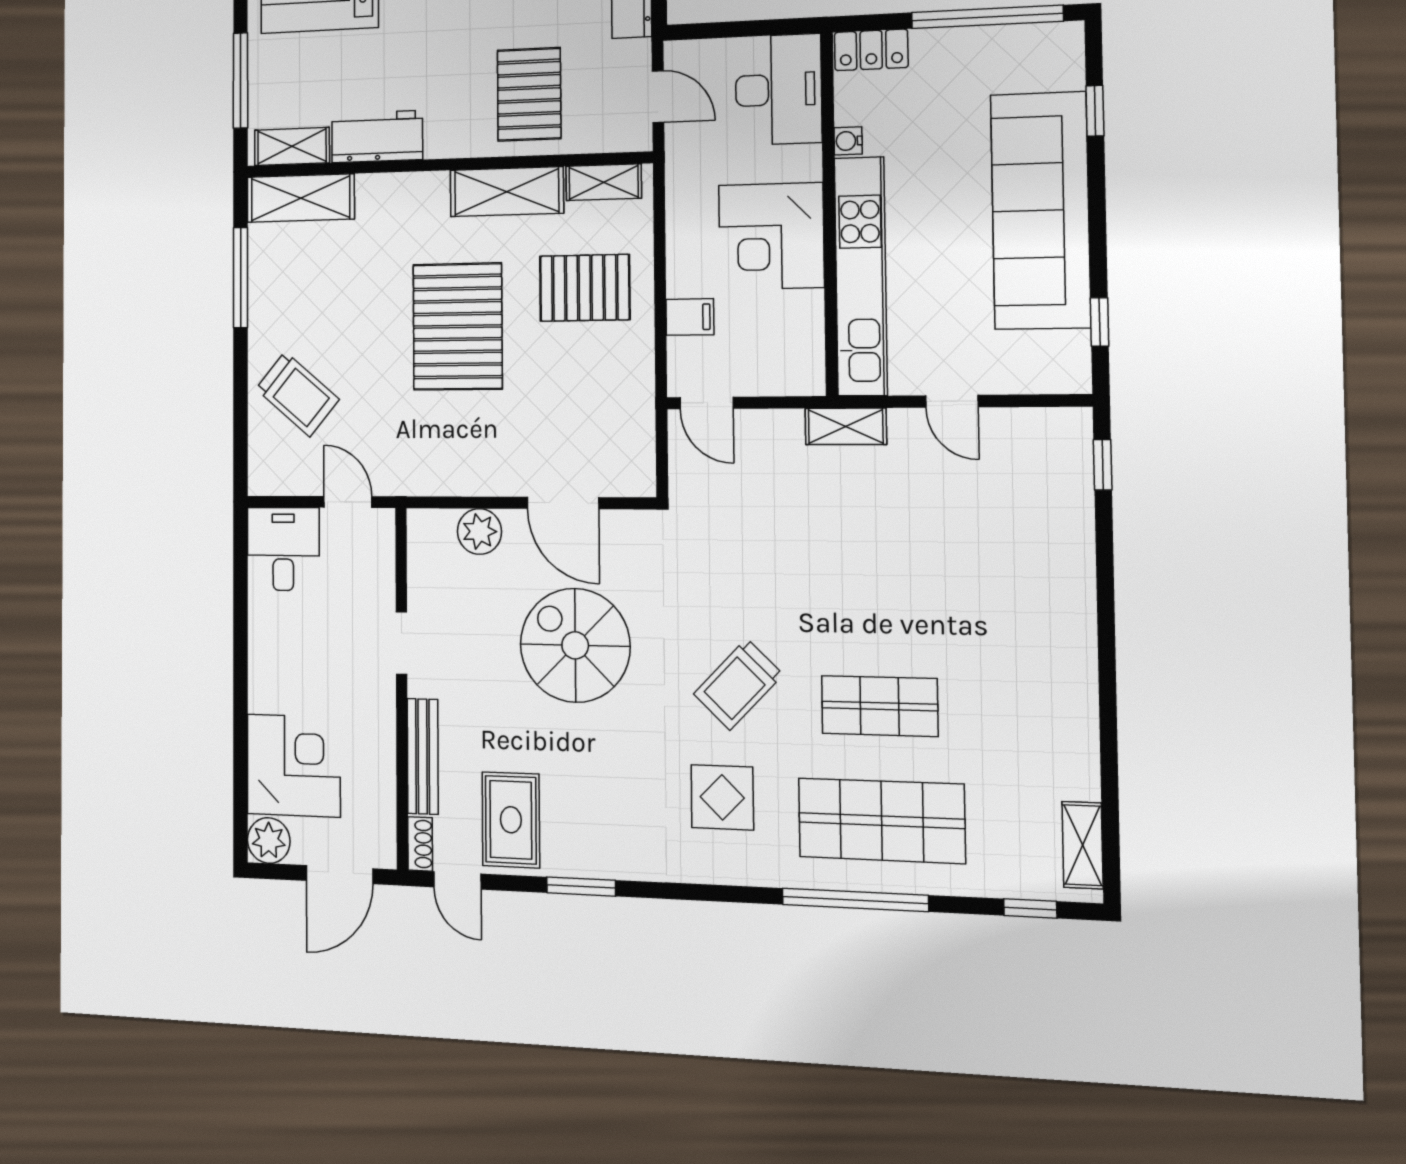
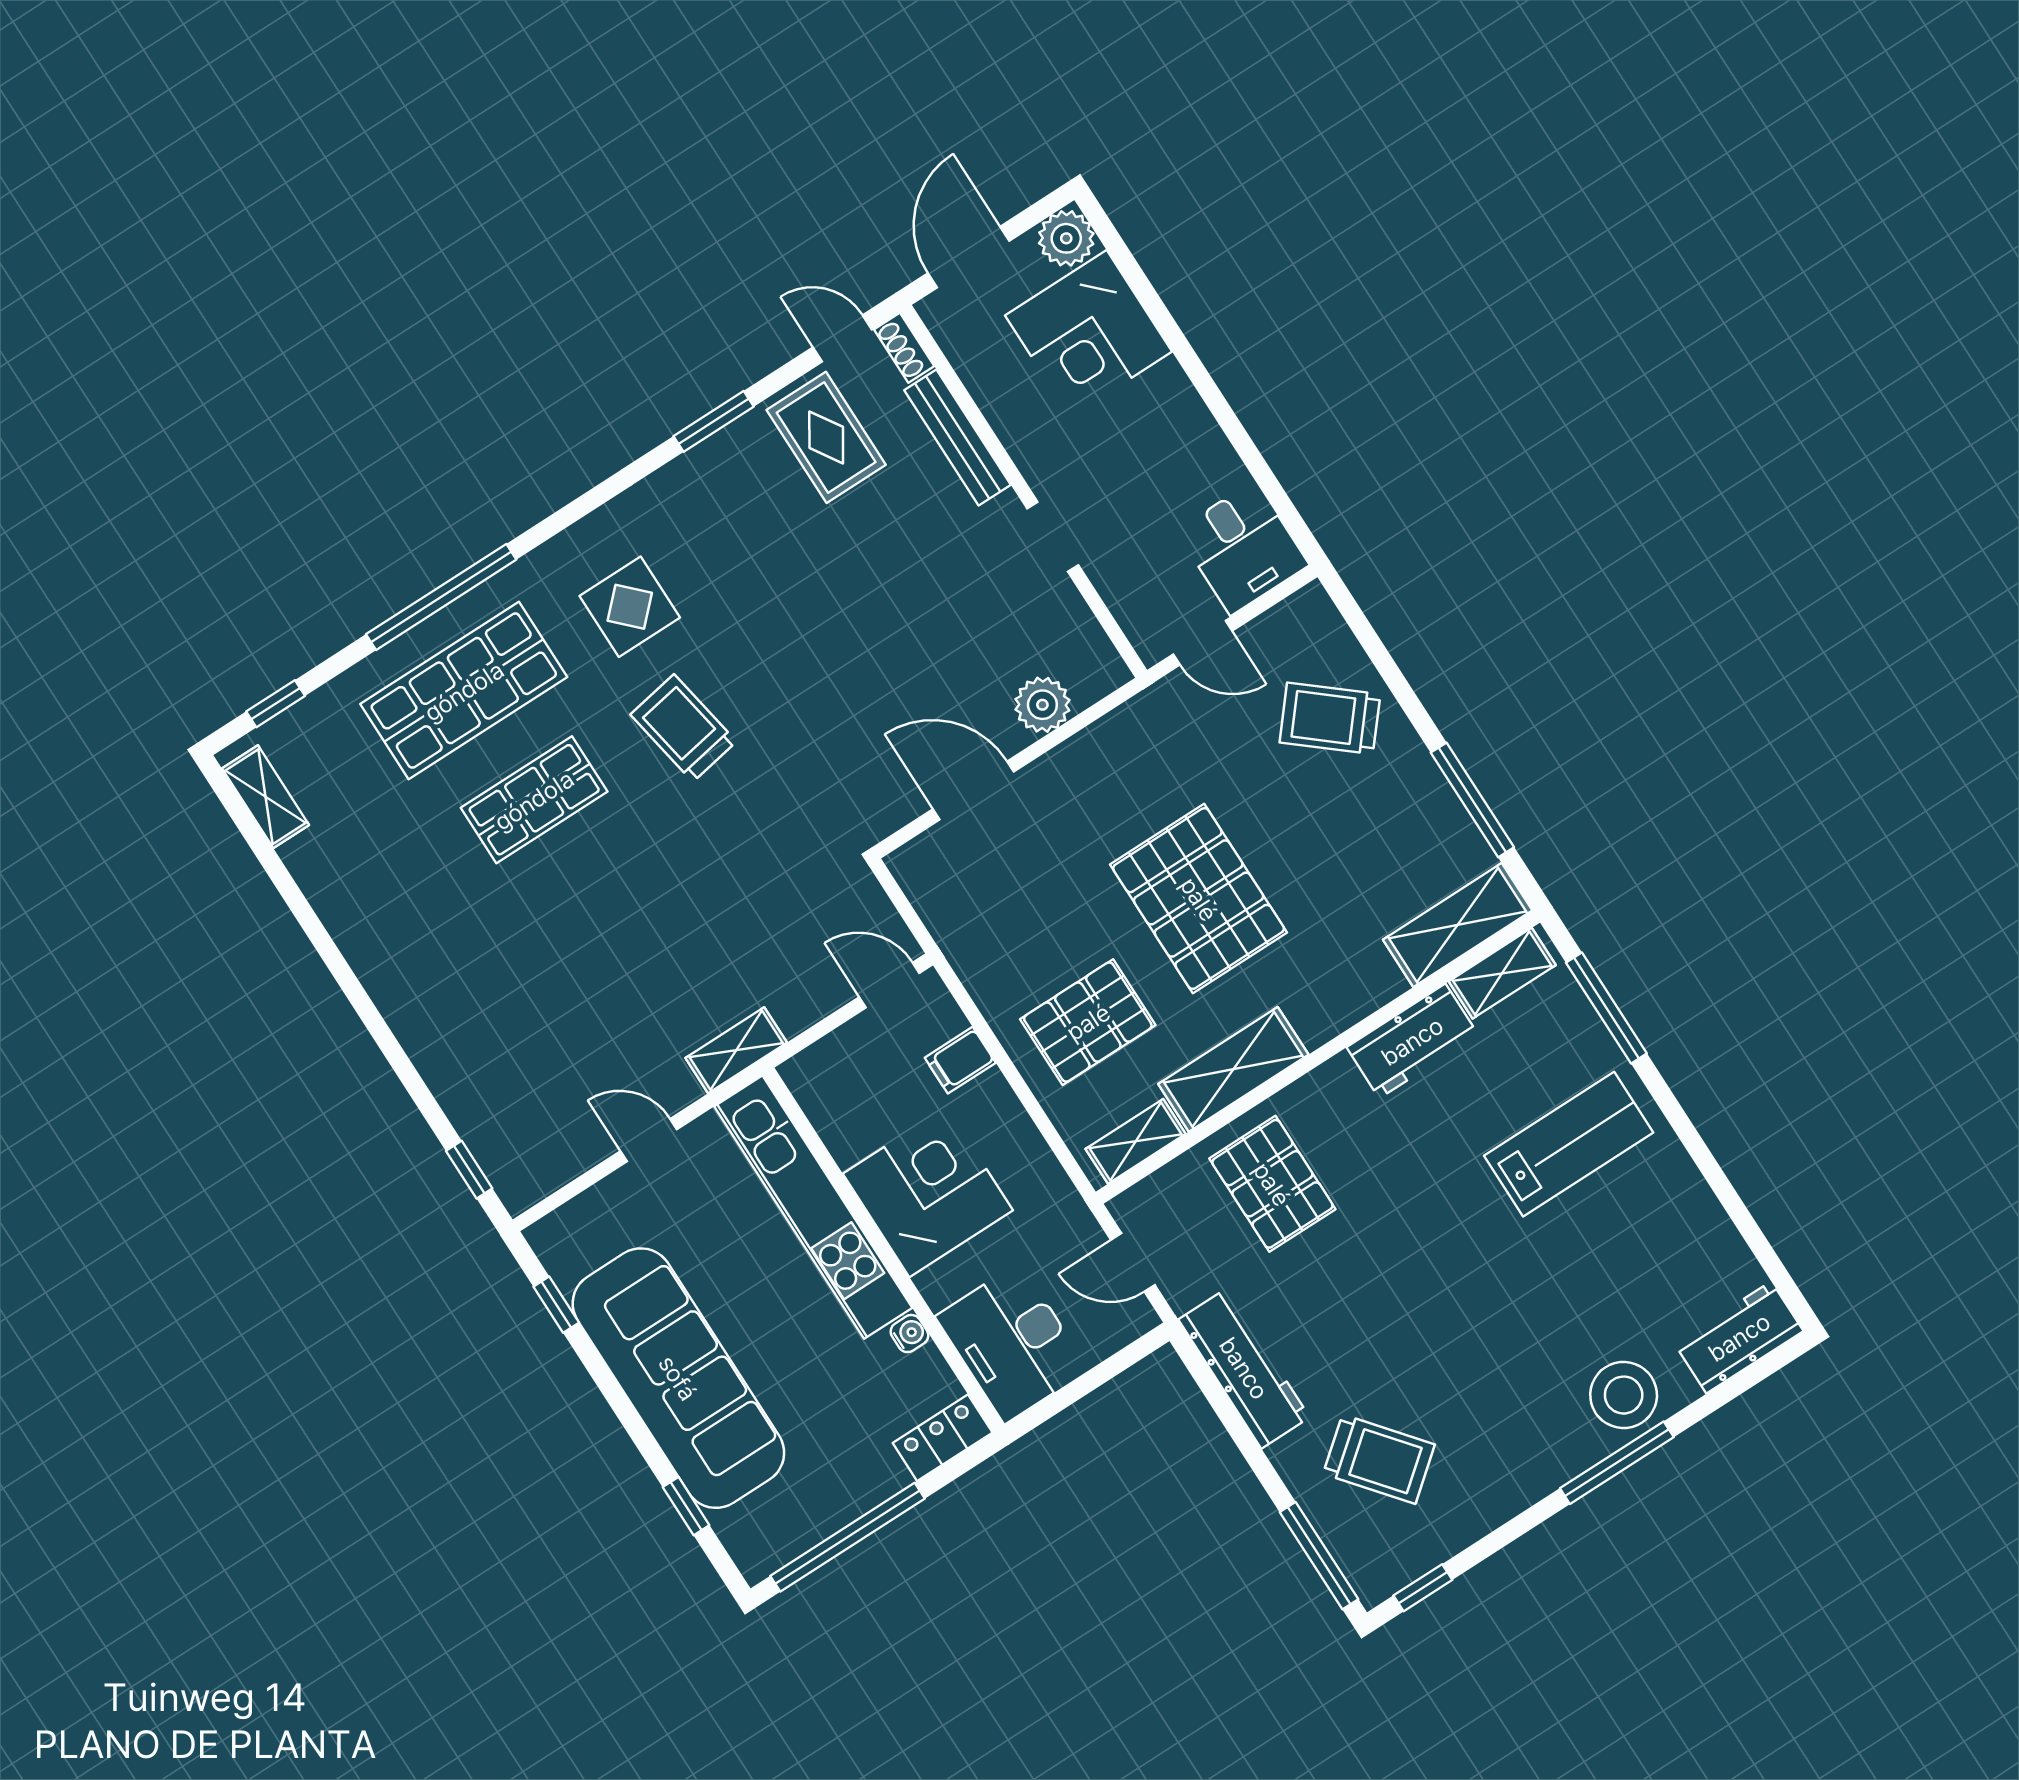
spiral stairs: (575, 645) -> (871, 656), removed
trolley: (738, 684) -> (683, 728), turned -54

